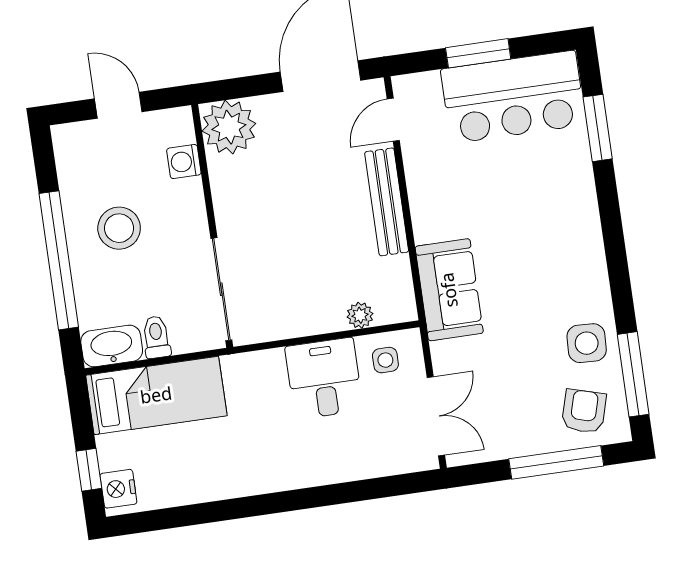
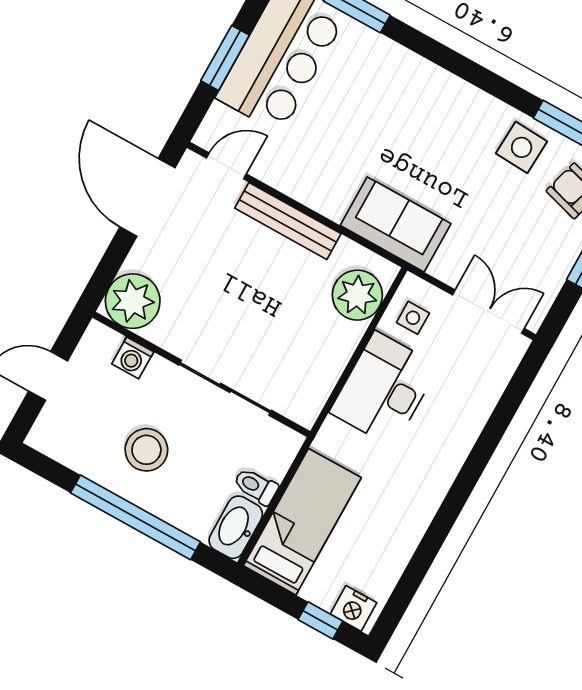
door: (393, 120) -> (226, 166), swing flipped
sliding door: (221, 289) -> (225, 388), moved
plant: (360, 315) -> (357, 295), width x1.88, depth x1.88
desk: (324, 378) -> (384, 389), width x1.37

